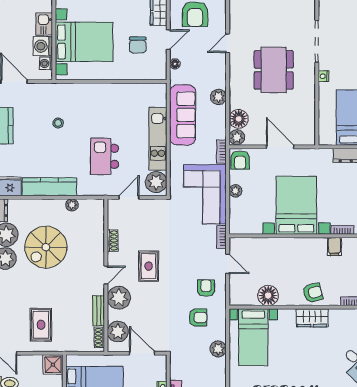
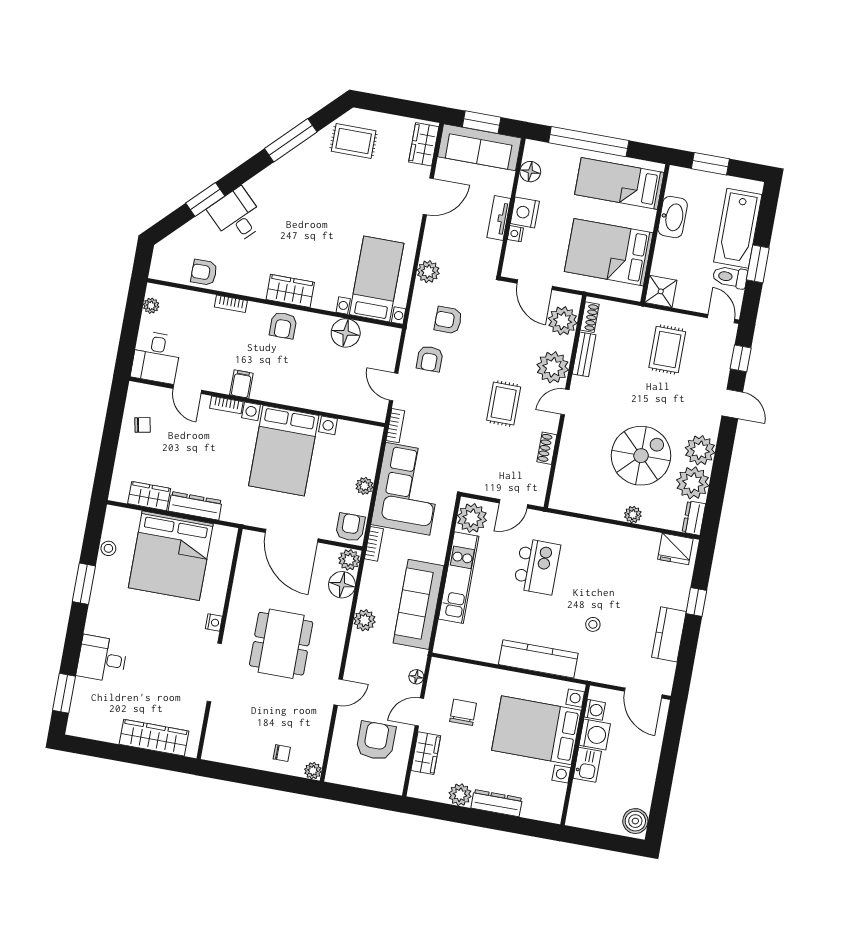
door: (280, 147) -> (292, 536), width x1.36
kitchen counter: (49, 187) -> (538, 659), moved, turned 180
plant: (72, 205) -> (633, 515), moved
armchair: (313, 293) -> (283, 325), turned -76

